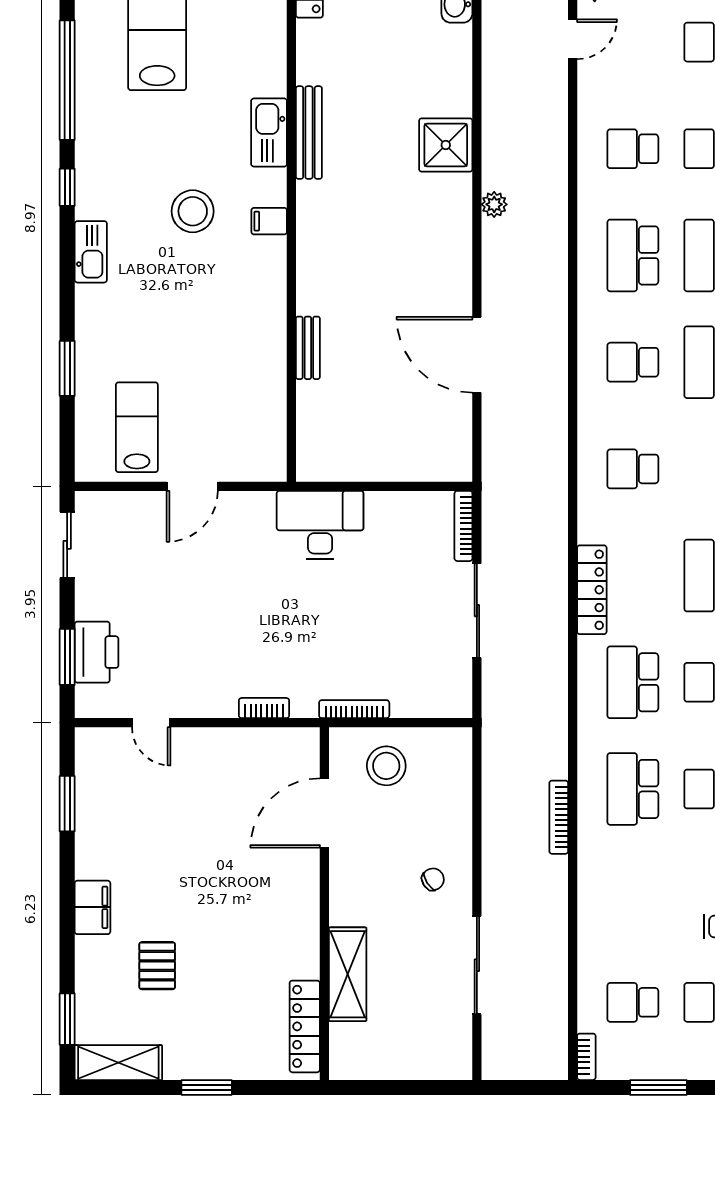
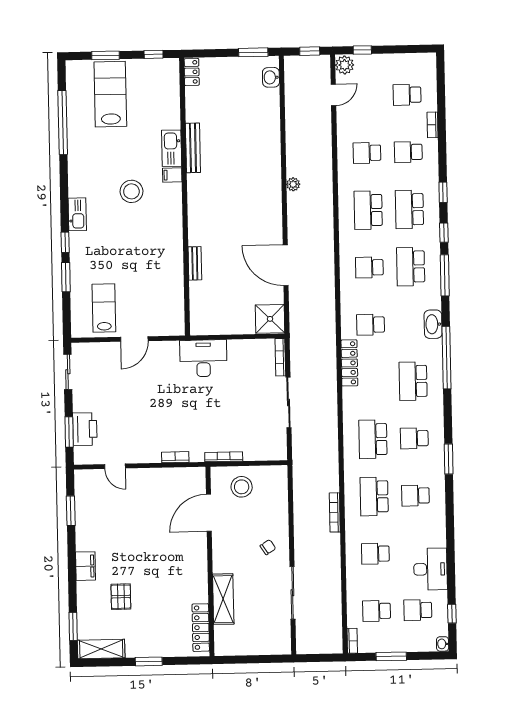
shower: (446, 145) -> (270, 319), moved
window: (67, 187) -> (65, 242), moved
filing cabinet: (269, 221) -> (172, 175), moved
locker: (592, 590) -> (349, 363), moved
school desk: (633, 896) -> (375, 554), added

